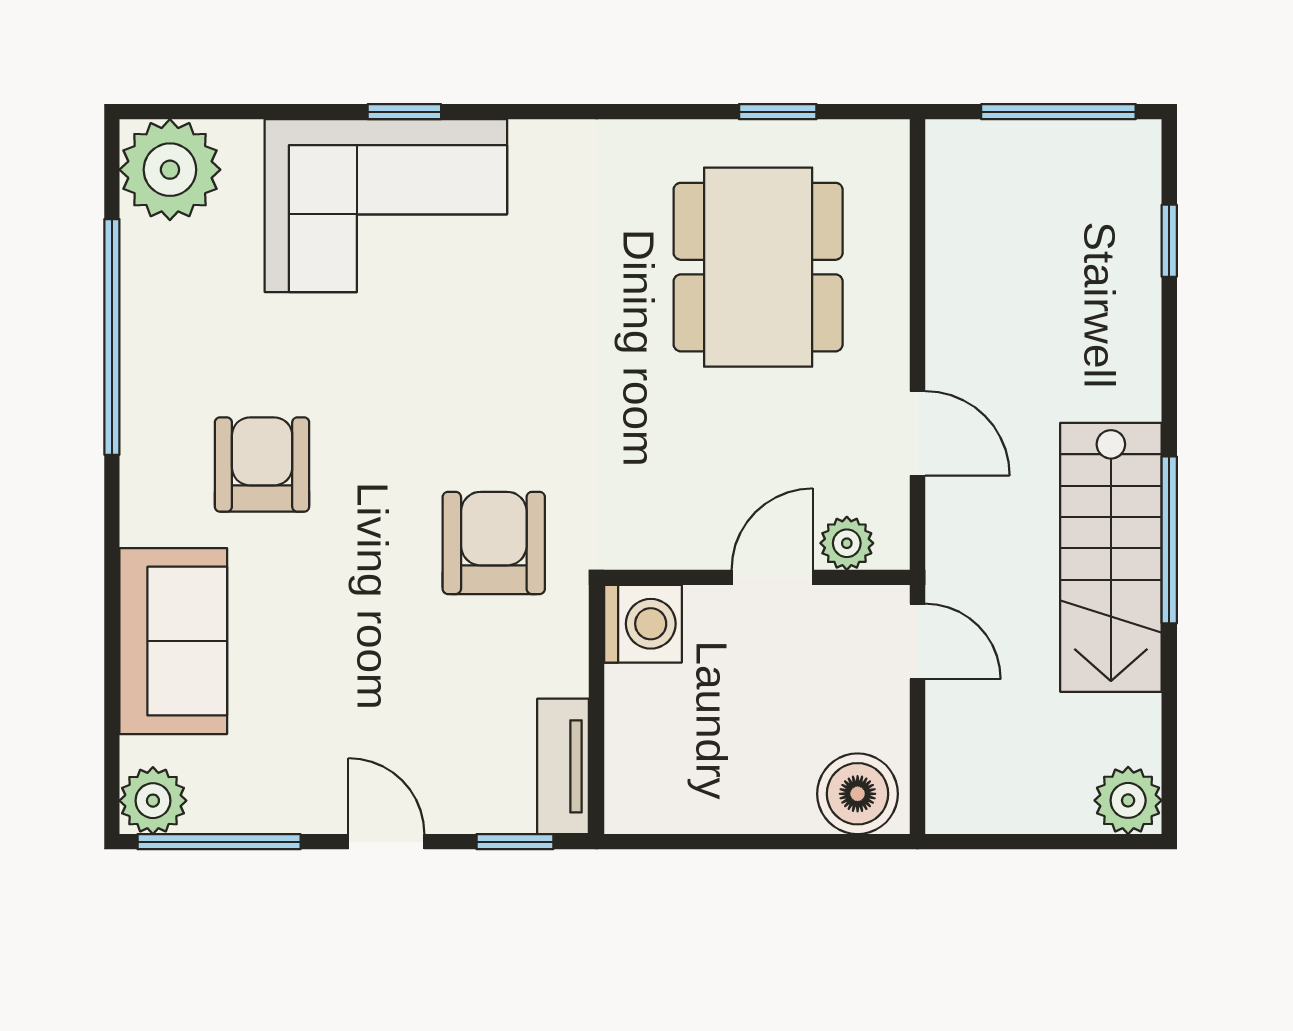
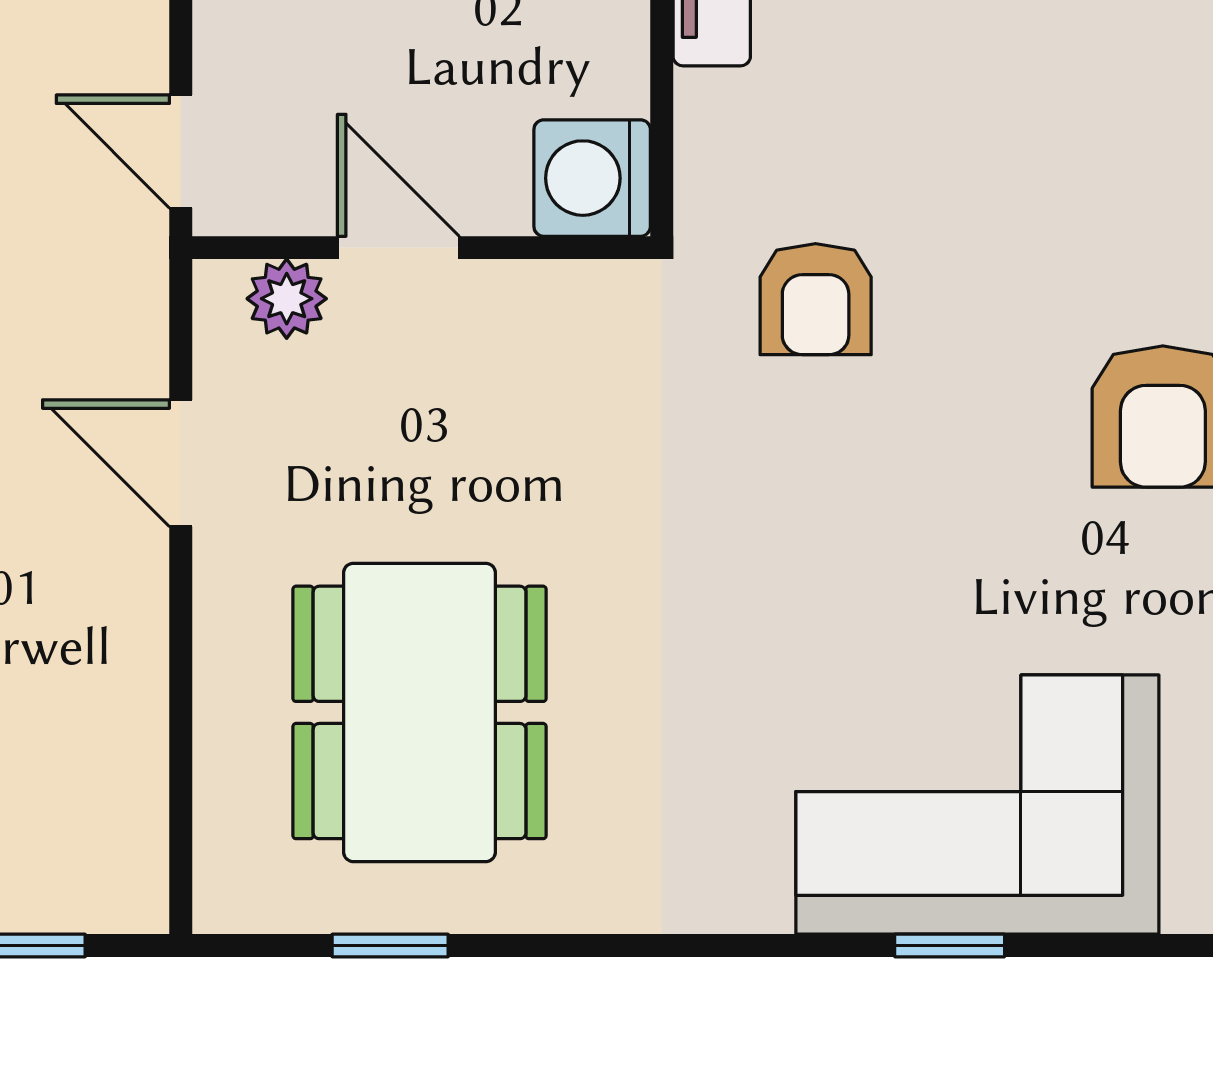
armchair: (494, 543) -> (816, 299), width x0.72, depth x0.72
door: (772, 577) -> (398, 248), swing flipped

